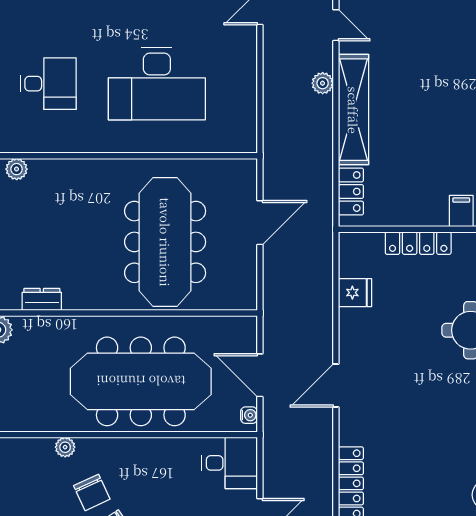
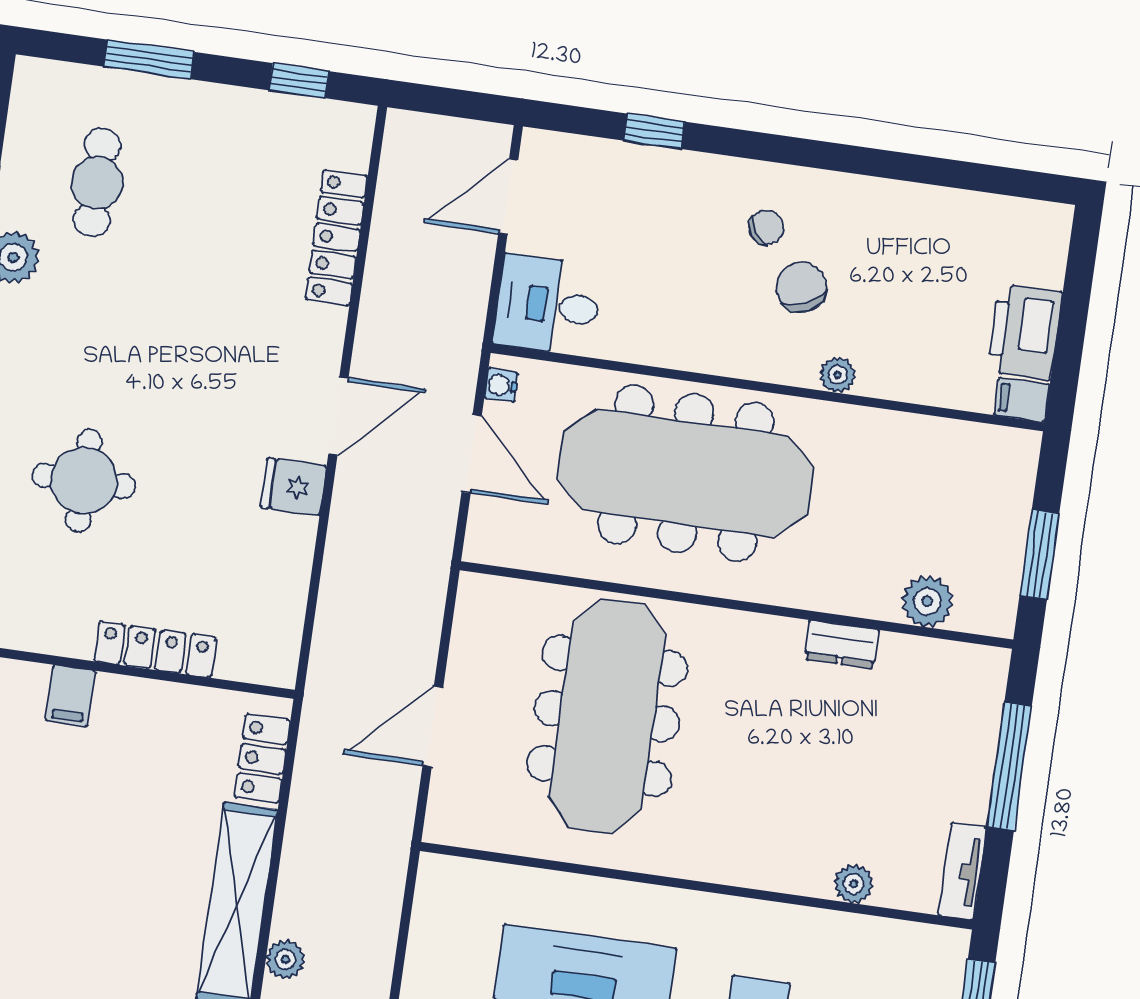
fridge: (355, 293) -> (293, 487), moved

